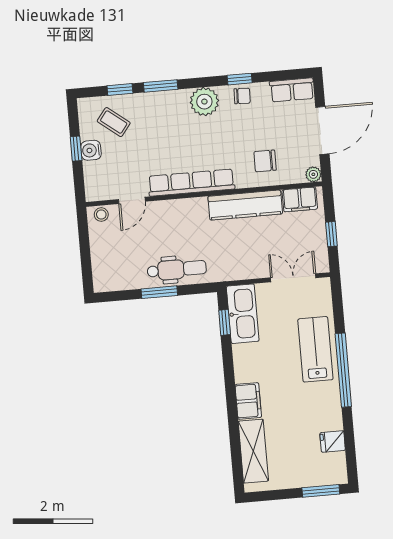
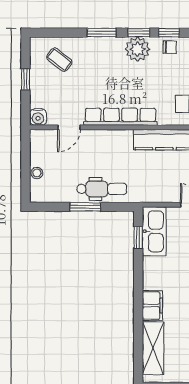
window: (120, 89) -> (139, 33), moved
water cooler: (91, 150) -> (38, 117), moved, turned -90
stool: (101, 215) -> (37, 173), moved

